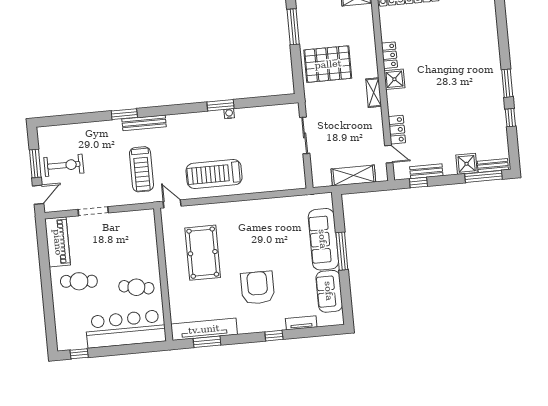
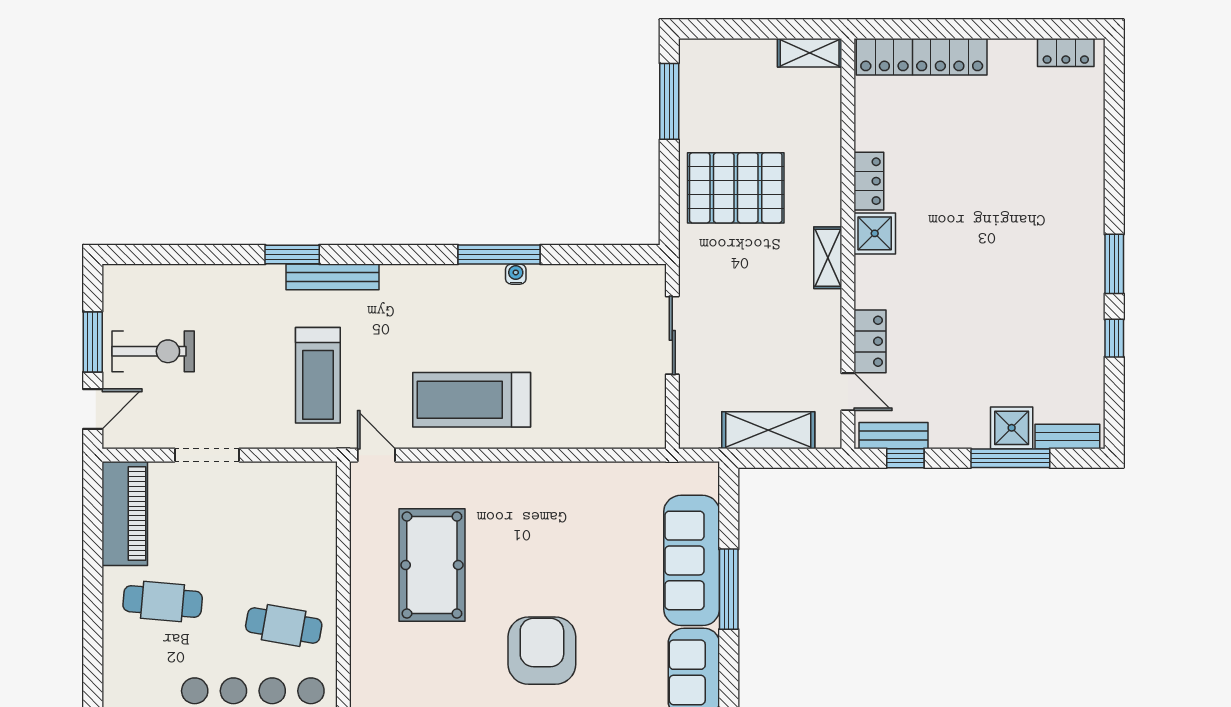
window: (221, 105) -> (499, 254), width x1.44
bench: (426, 171) -> (893, 436), moved
window: (483, 176) -> (1010, 458), moved

